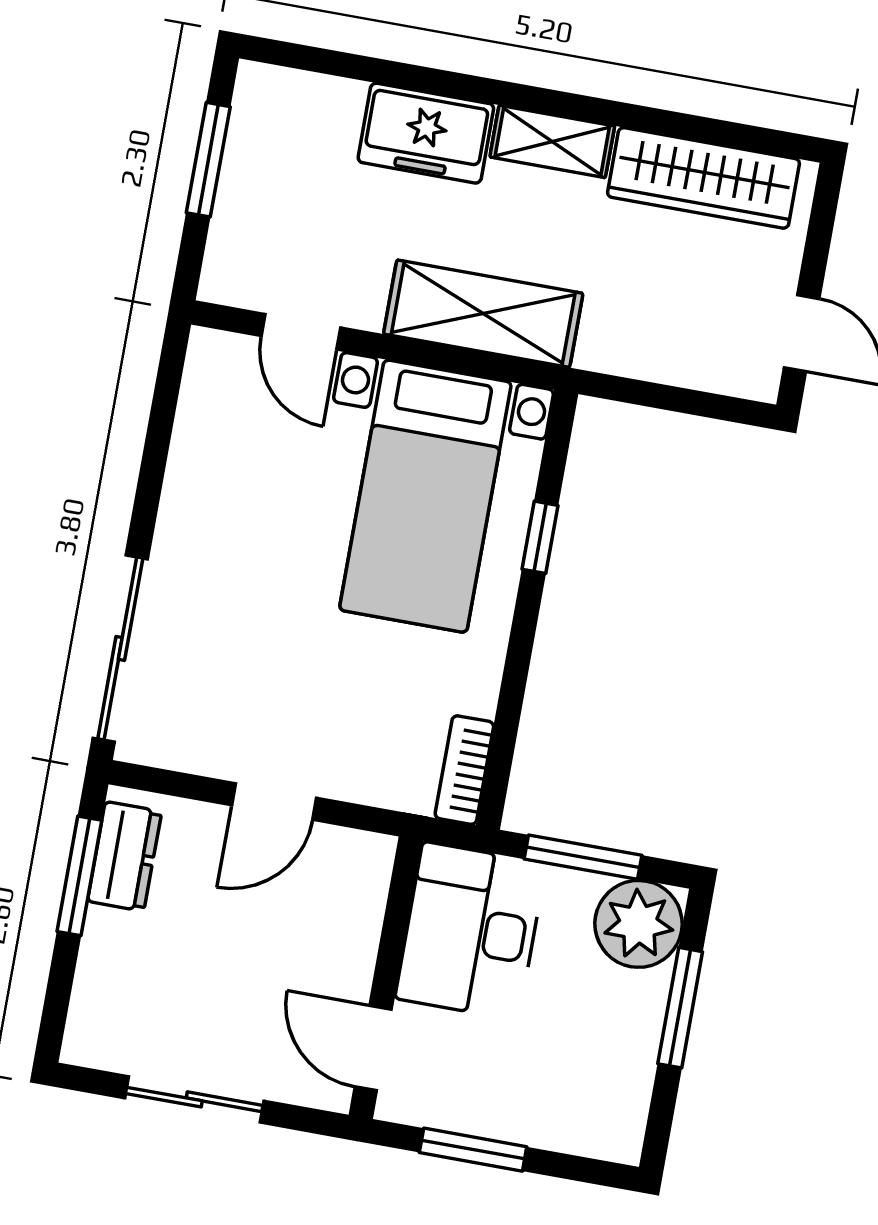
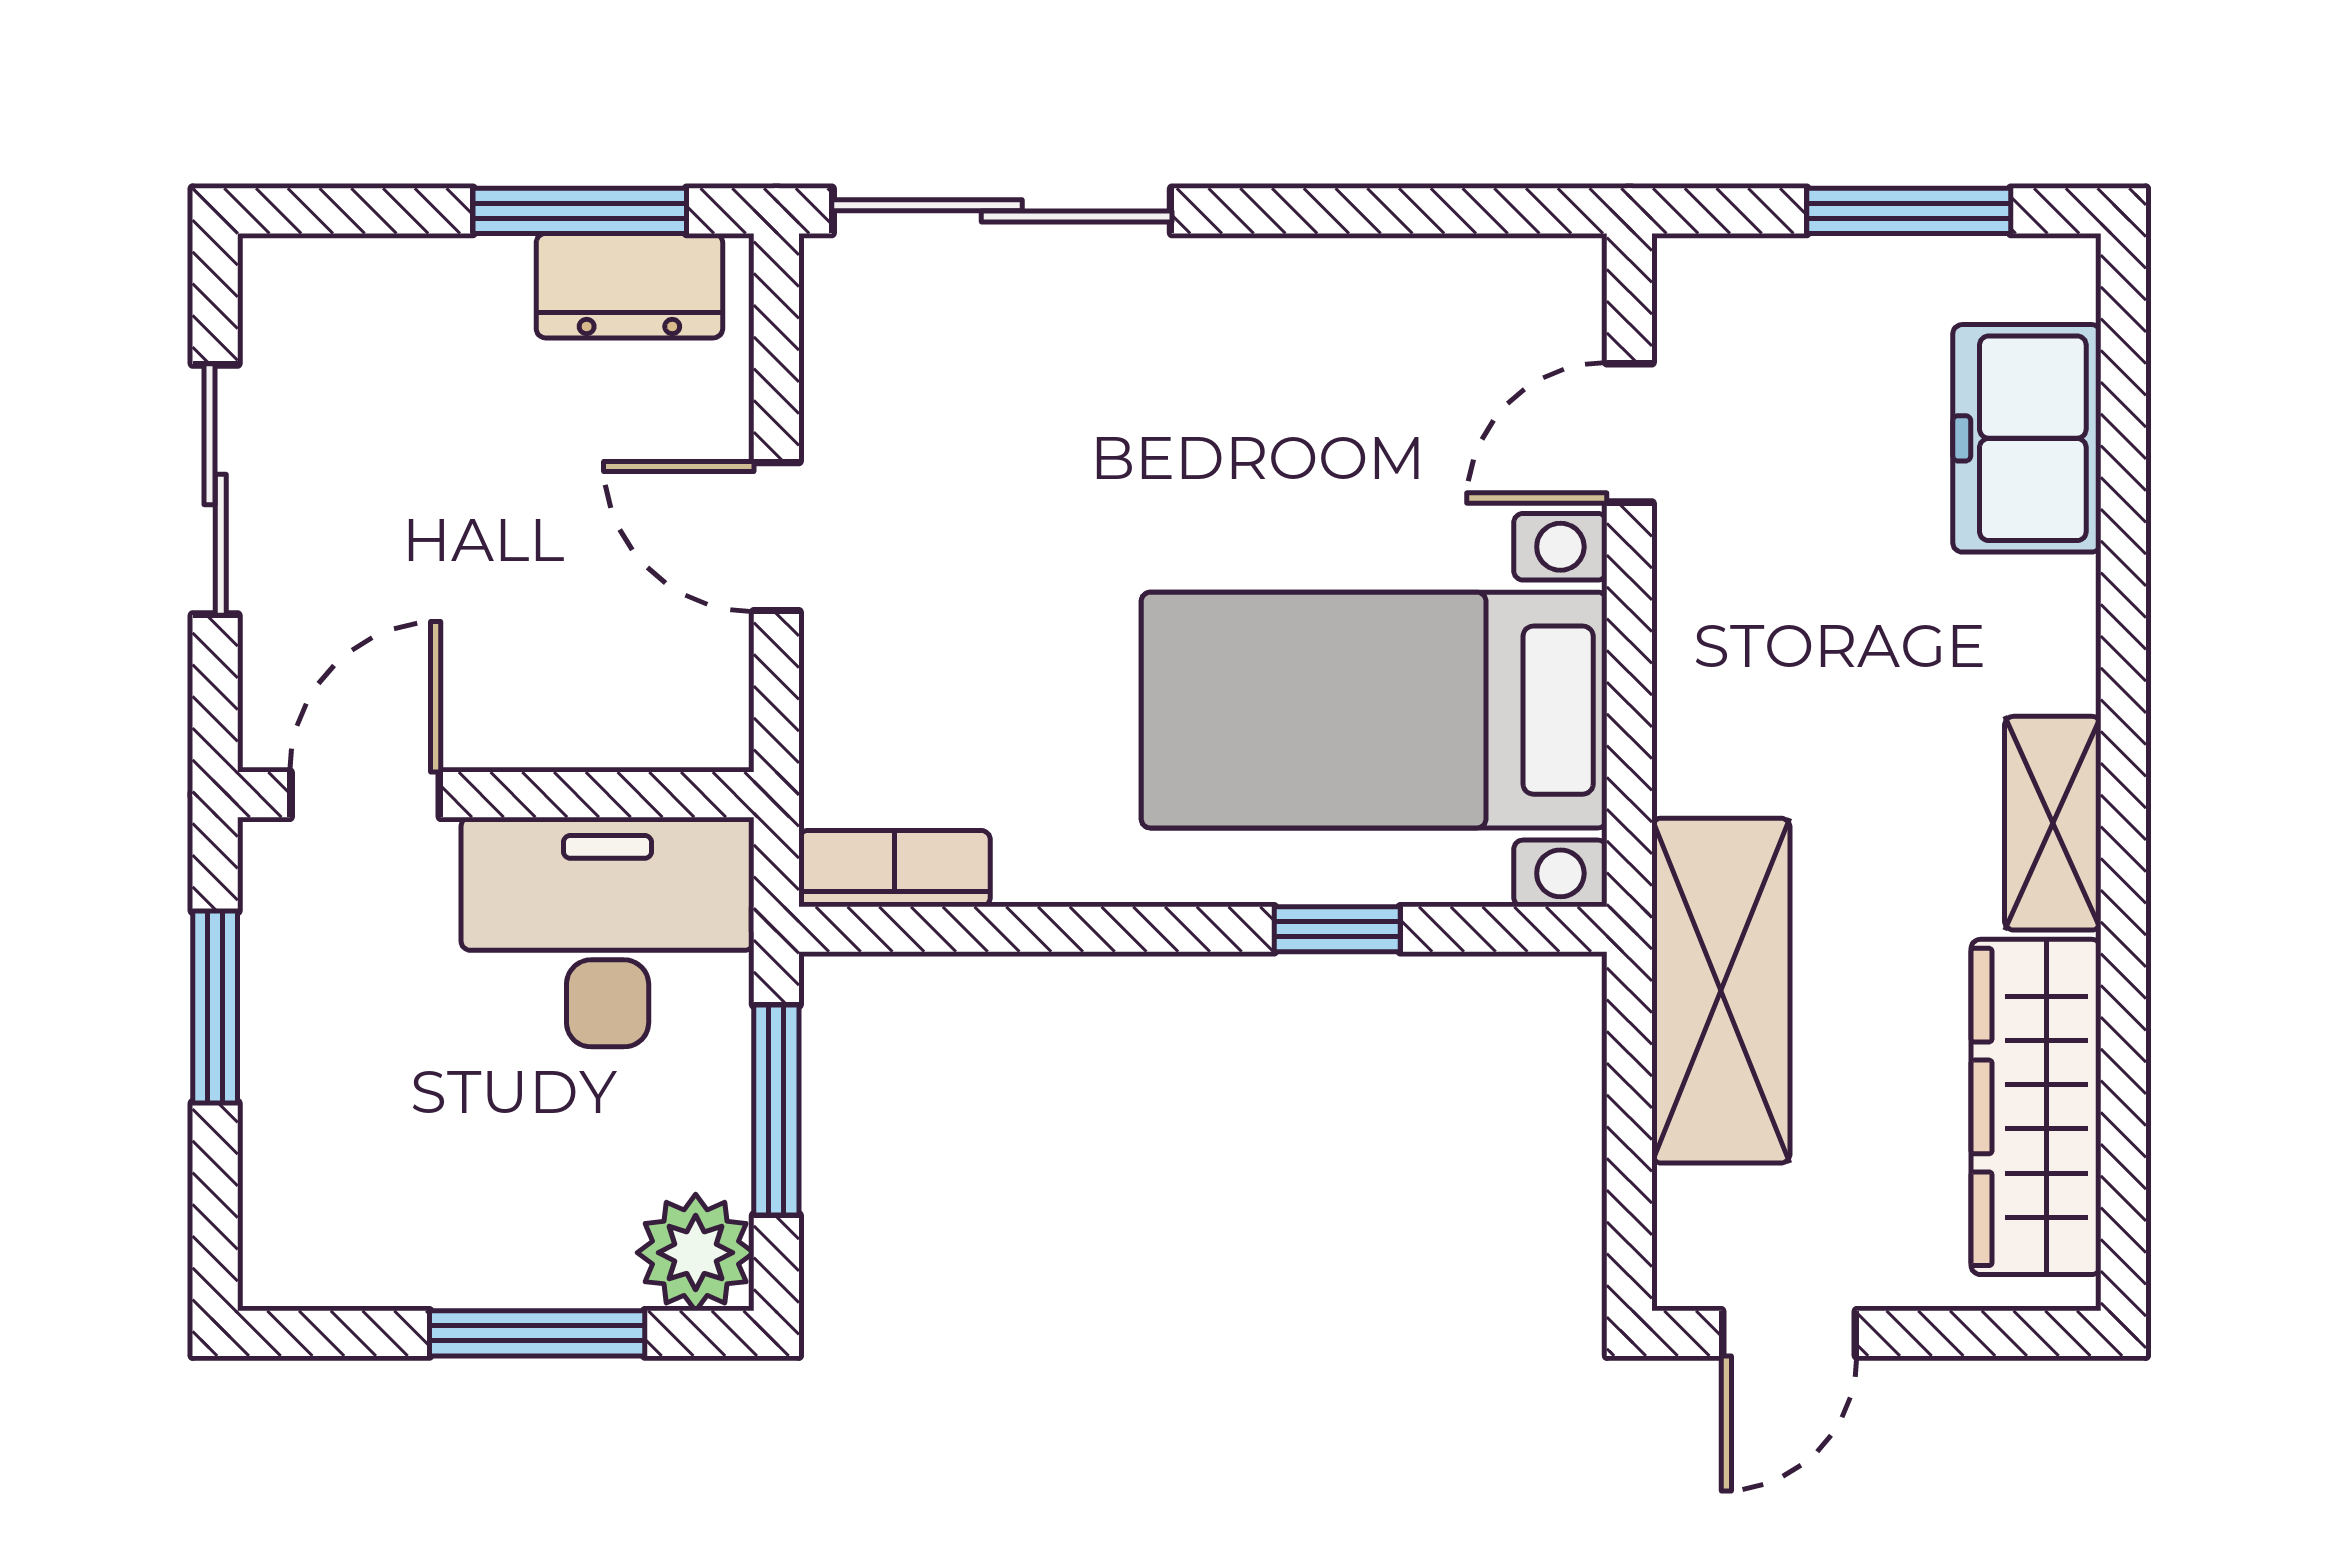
freezer: (426, 133) -> (2027, 438), moved
shelving: (483, 314) -> (1721, 991), moved
plant: (639, 924) -> (696, 1253), width x0.73, depth x0.73

